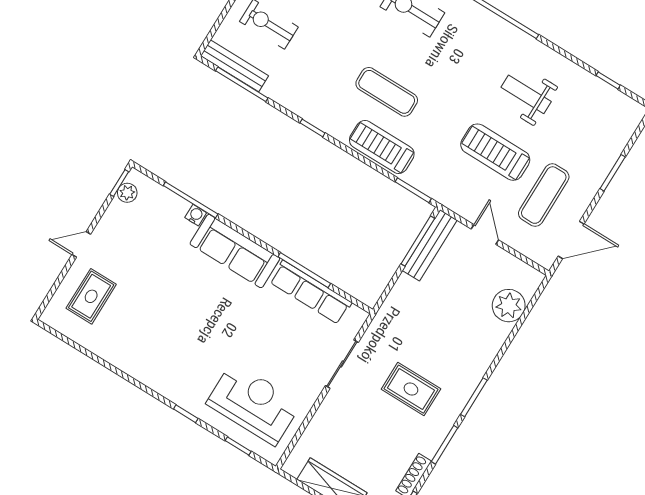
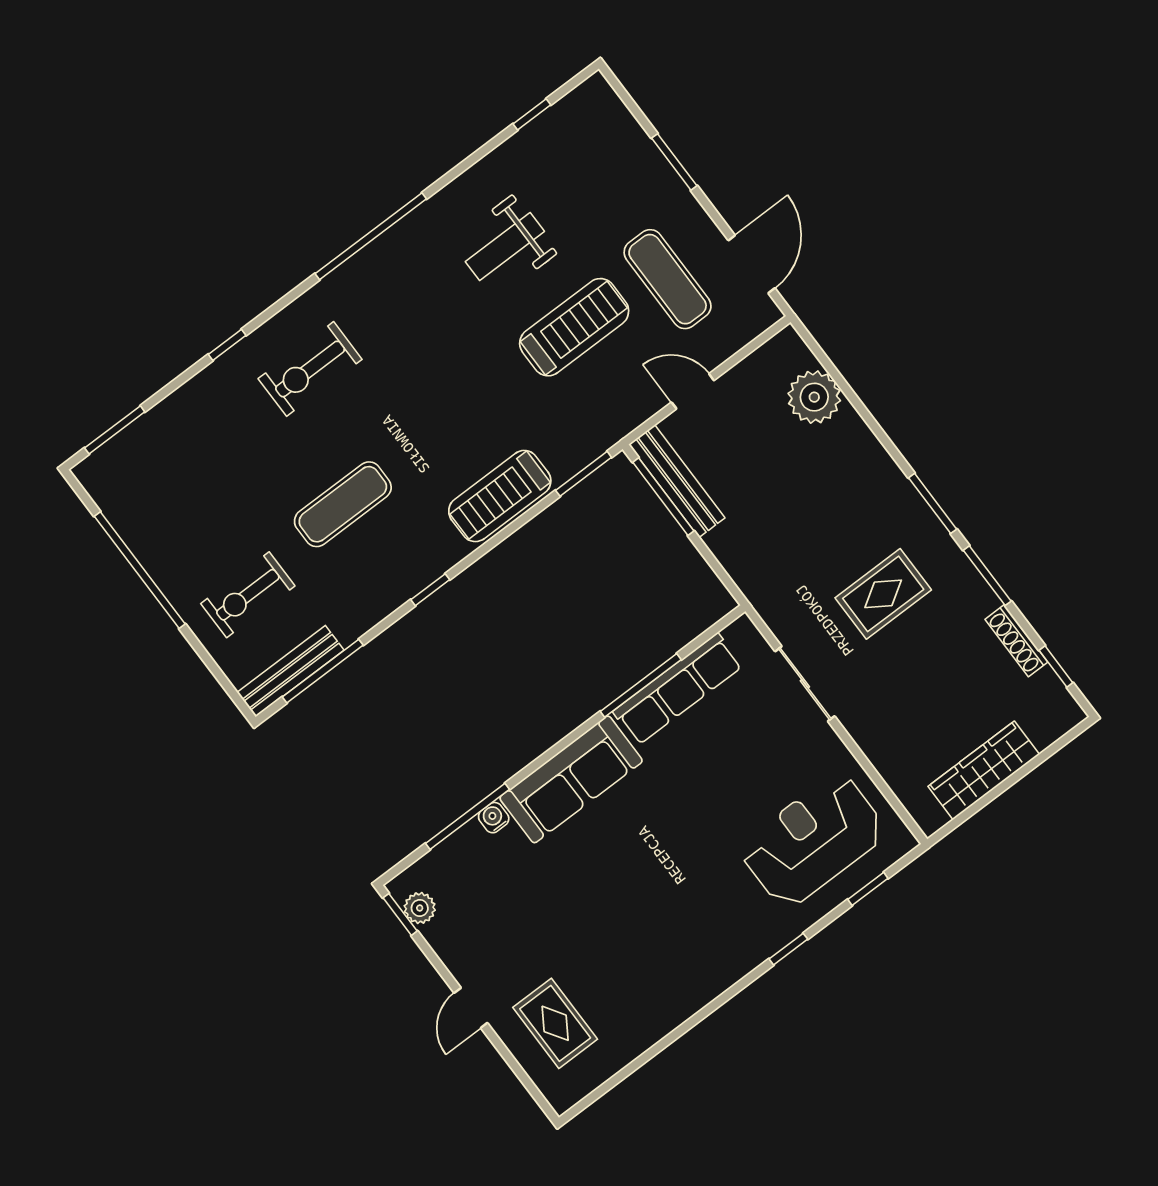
exercise mat: (387, 92) -> (343, 504), moved
treadmill: (495, 152) -> (574, 327), turned 180

